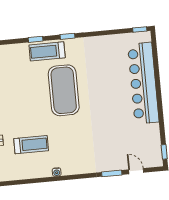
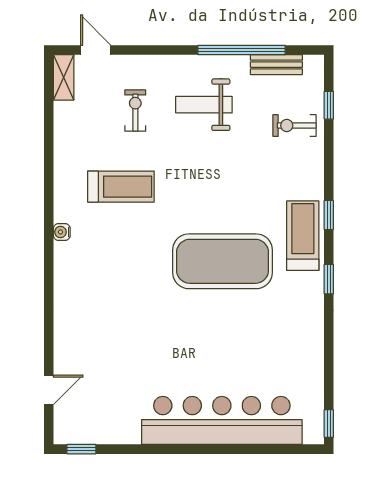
treadmill: (31, 145) -> (121, 187), turned -90
window: (112, 173) -> (49, 341), removed

